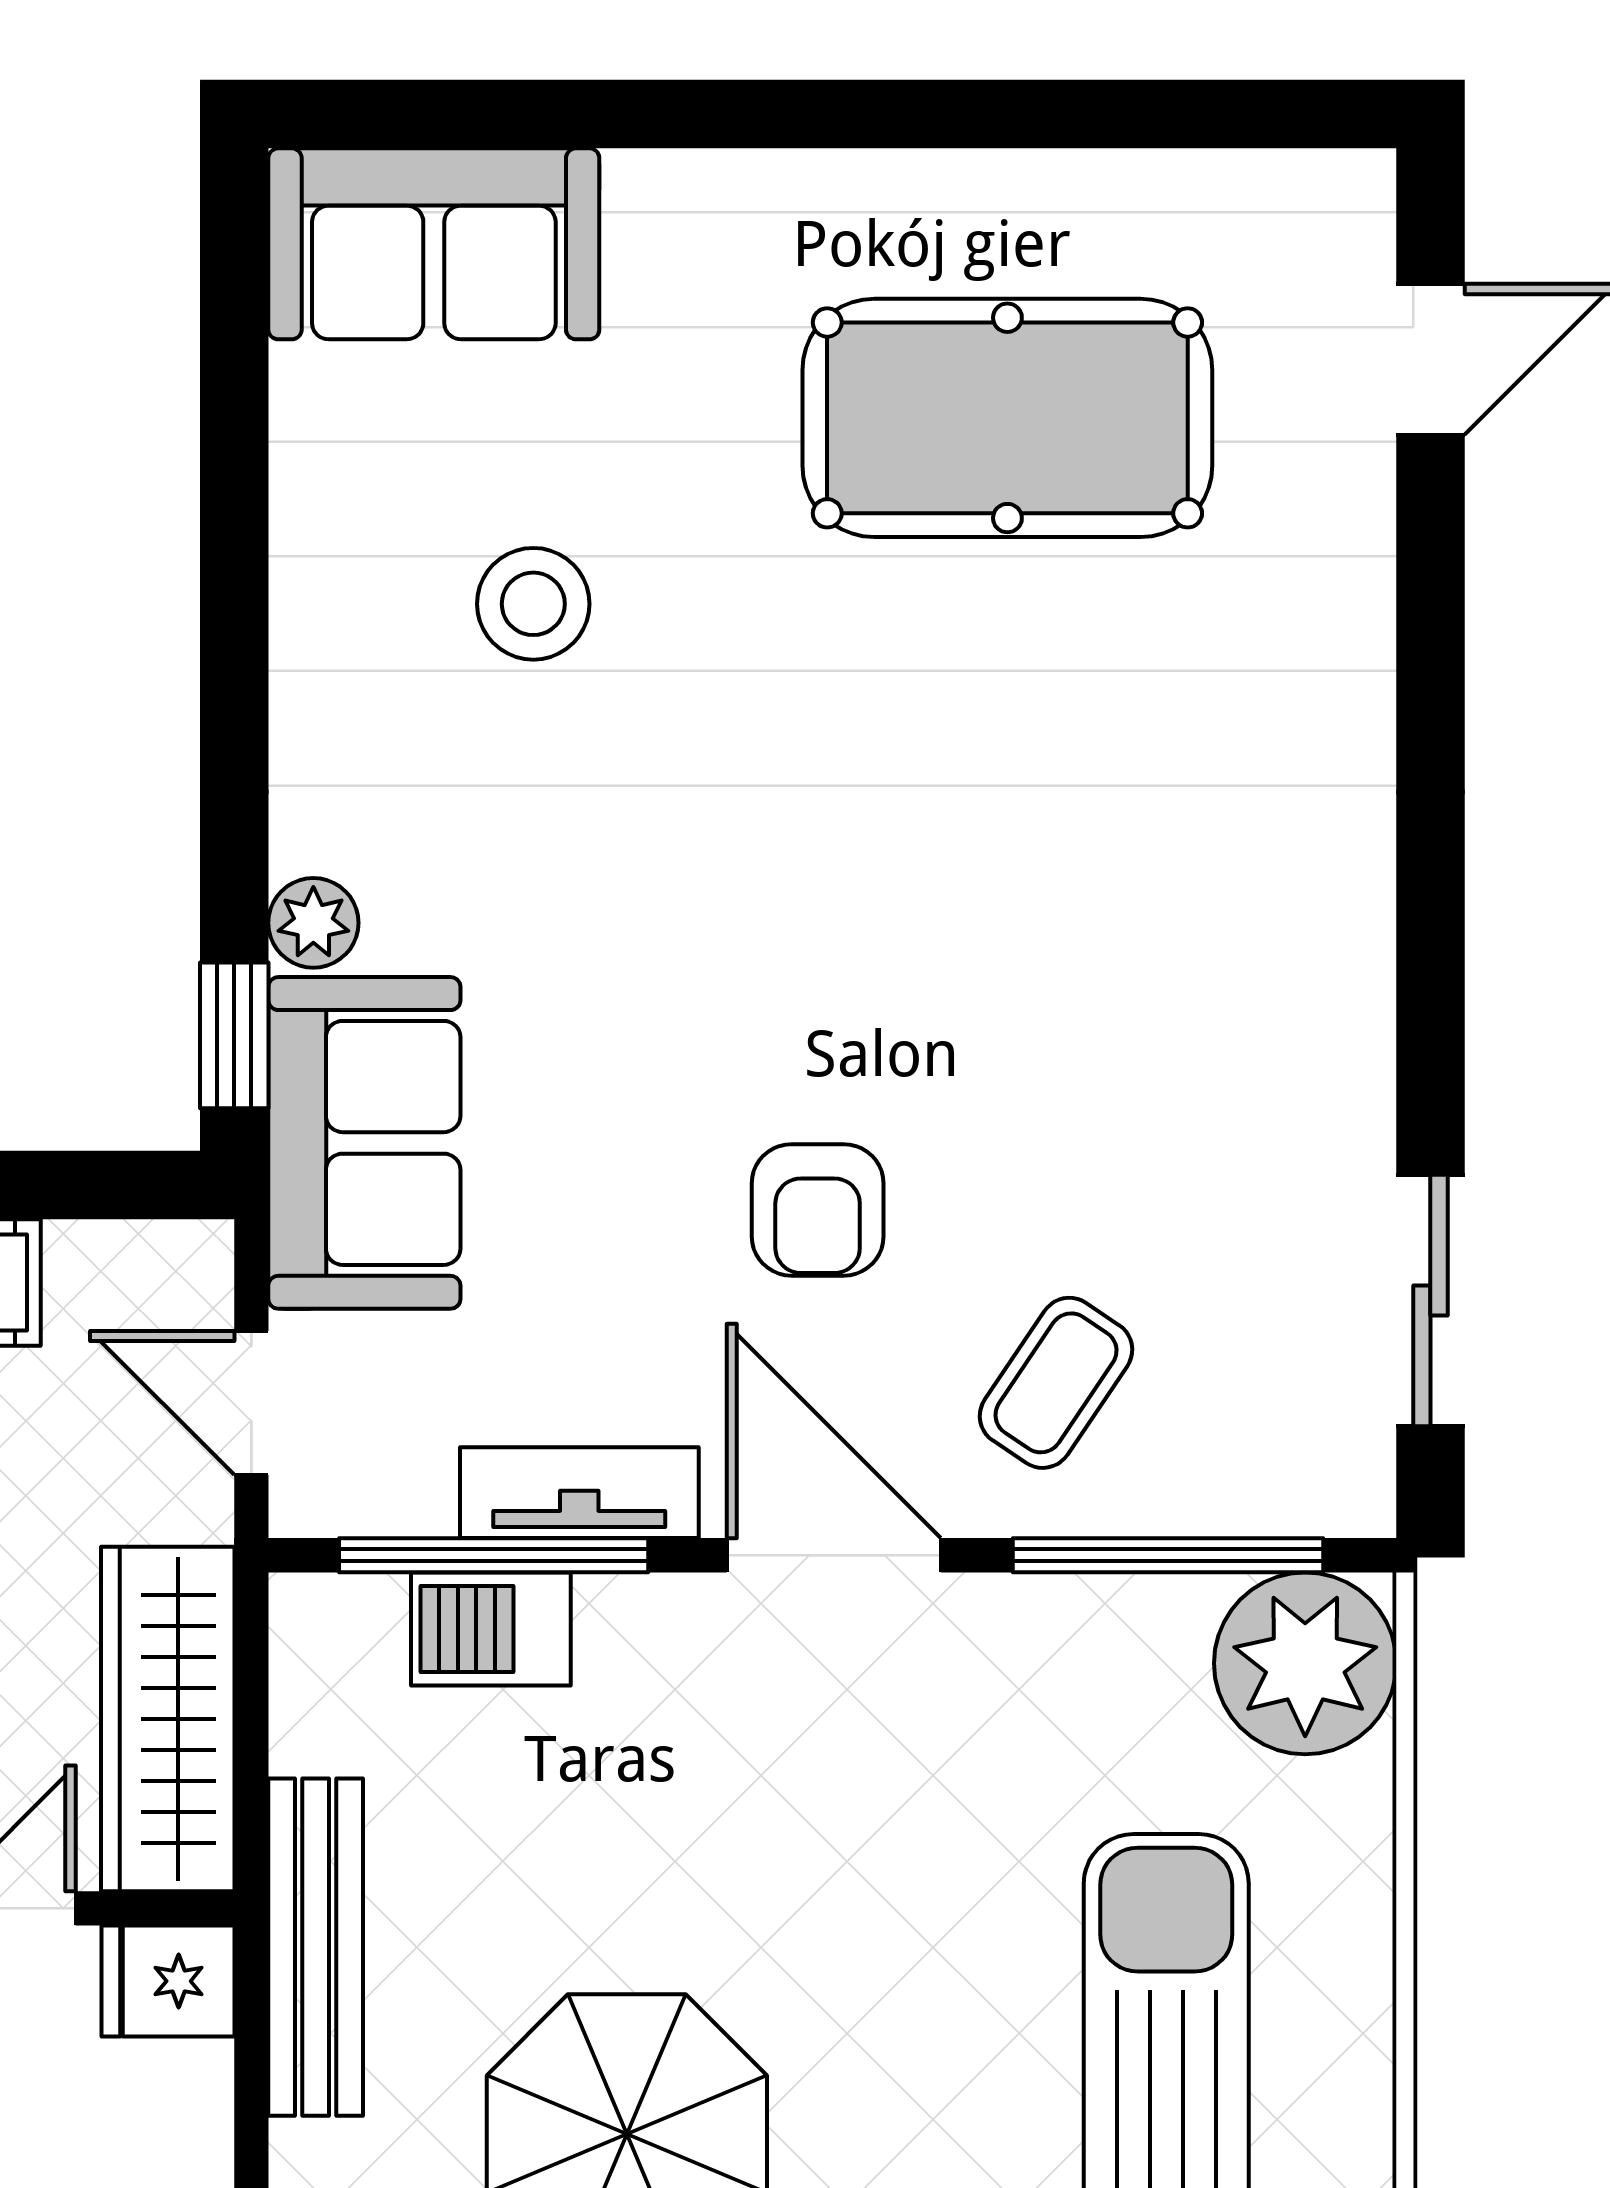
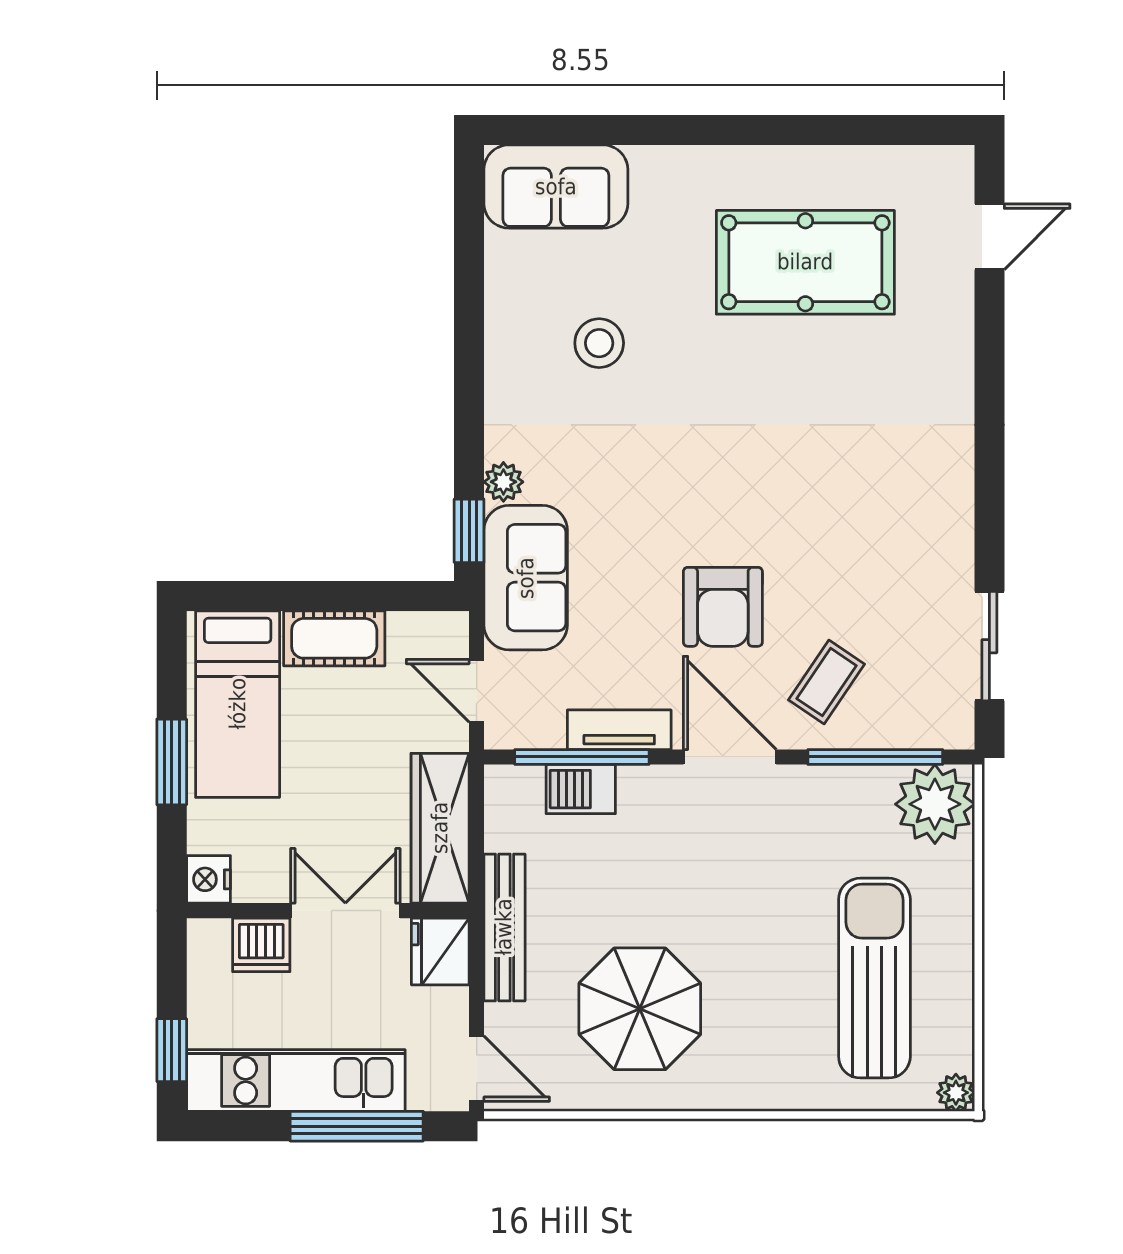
armchair: (818, 1210) -> (723, 607), width x1.38, depth x1.38
fridge: (168, 1981) -> (440, 952), width x1.38

